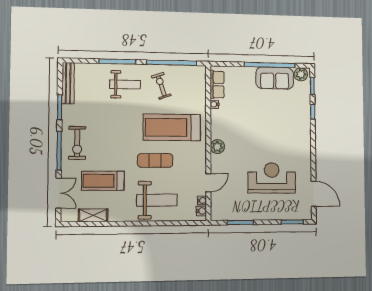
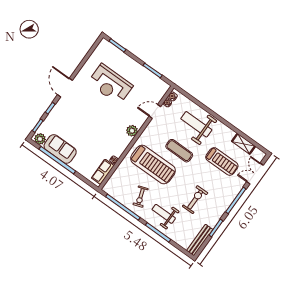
exercise bike: (77, 143) -> (195, 200), moved
door: (314, 194) -> (65, 88), moved

